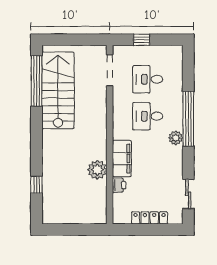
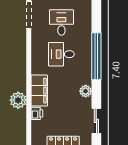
desk: (148, 79) -> (61, 22), turned 90
plant: (176, 138) -> (86, 91), moved

